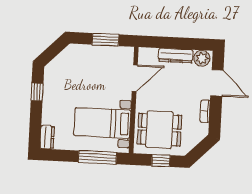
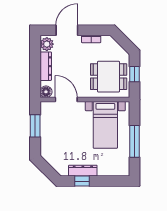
floor lamp: (145, 54) -> (46, 92), added
dining table: (159, 130) -> (109, 77), turned 90
dresser: (47, 137) -> (83, 171), moved, width x1.44
window: (97, 157) -> (134, 141), moved

